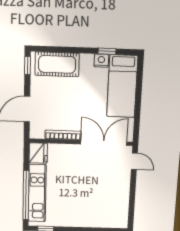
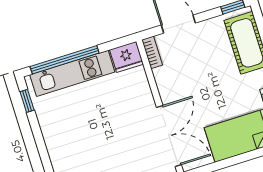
bookcase: (63, 135) -> (152, 52), moved, width x0.64

